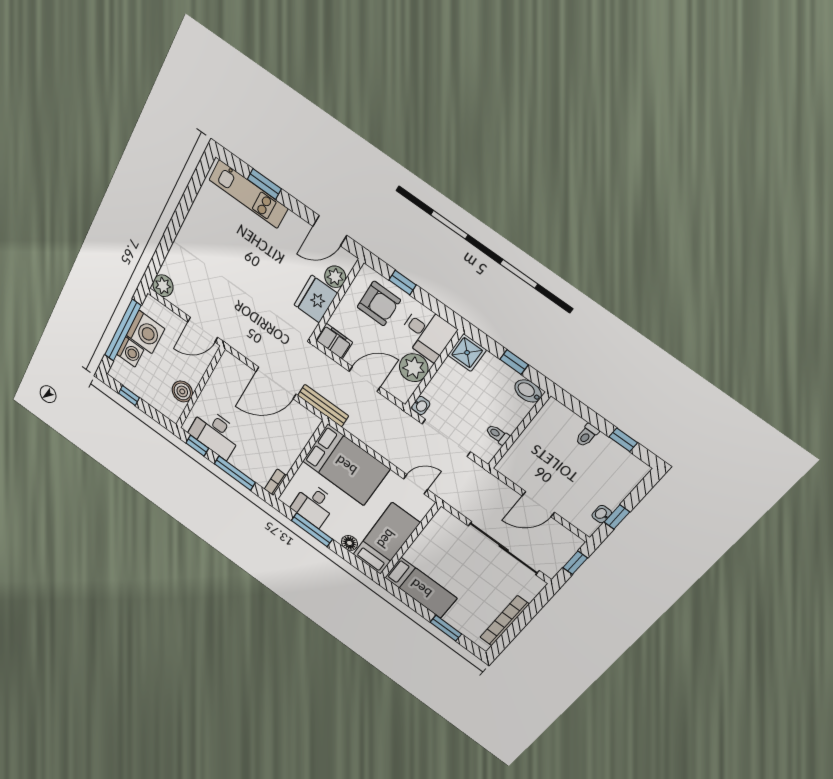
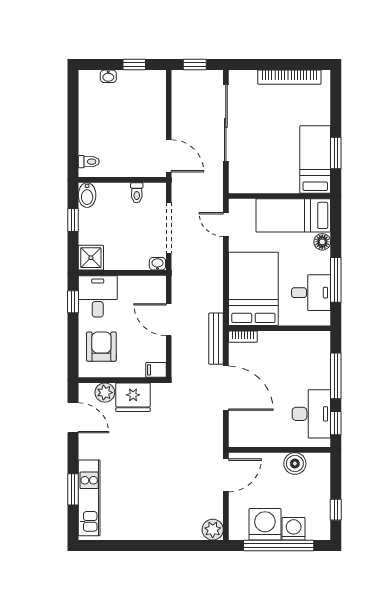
window: (402, 282) -> (73, 302), moved
door: (203, 330) -> (226, 475), hinge flipped
filing cabinet: (334, 341) -> (156, 370), width x0.50
plant: (414, 368) -> (132, 289), removed
toilet: (587, 435) -> (89, 162), moved
window: (623, 440) -> (73, 105), removed
bookcase: (275, 482) -> (243, 337), moved
door: (538, 504) -> (169, 156), moved
washbasin: (602, 514) -> (108, 76), moved
window: (446, 628) -> (336, 153), moved

